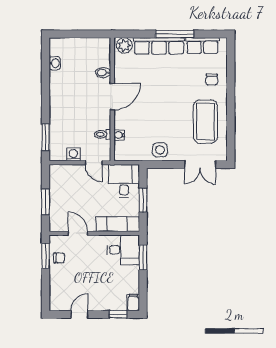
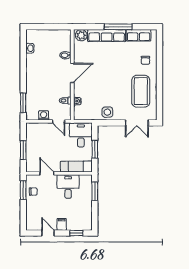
desk: (123, 250) -> (68, 187), moved, turned -90
filing cabinet: (133, 303) -> (62, 224), moved
door: (79, 314) -> (48, 233), hinge flipped

